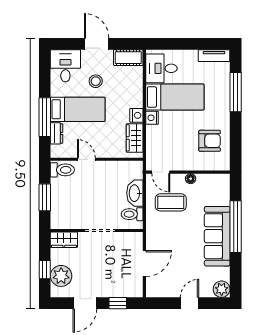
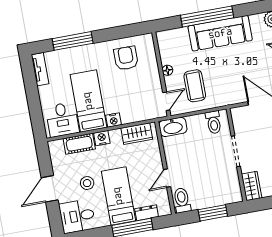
cot: (128, 58) -> (79, 144), moved, turned 90
nightstand: (136, 115) -> (102, 138), moved
washbasin: (135, 193) -> (173, 127), moved

